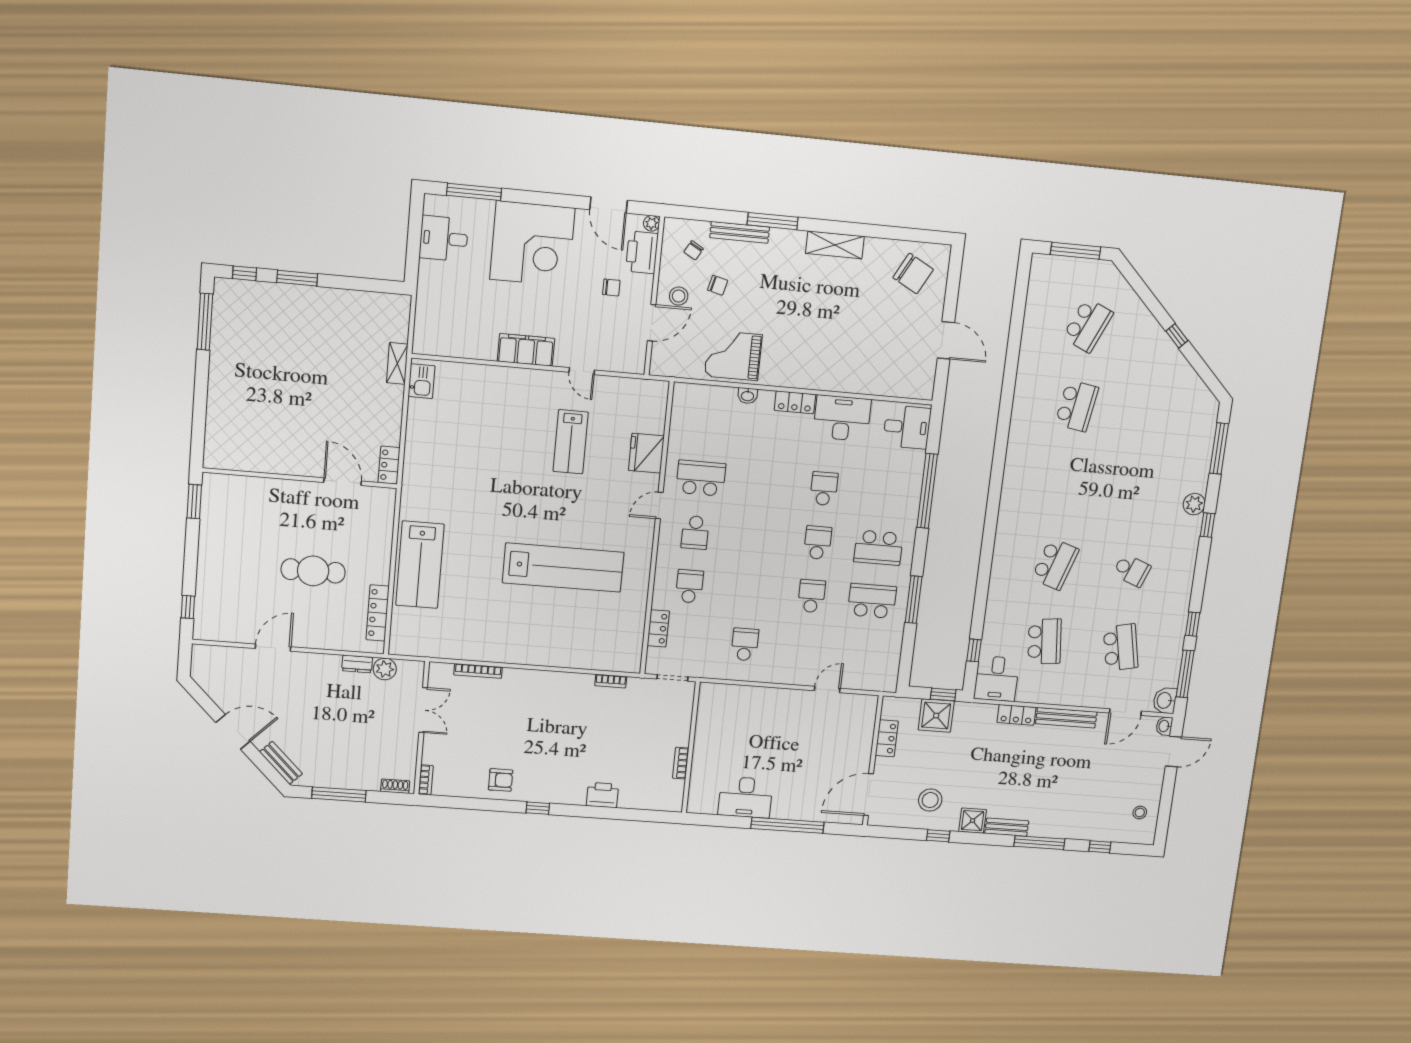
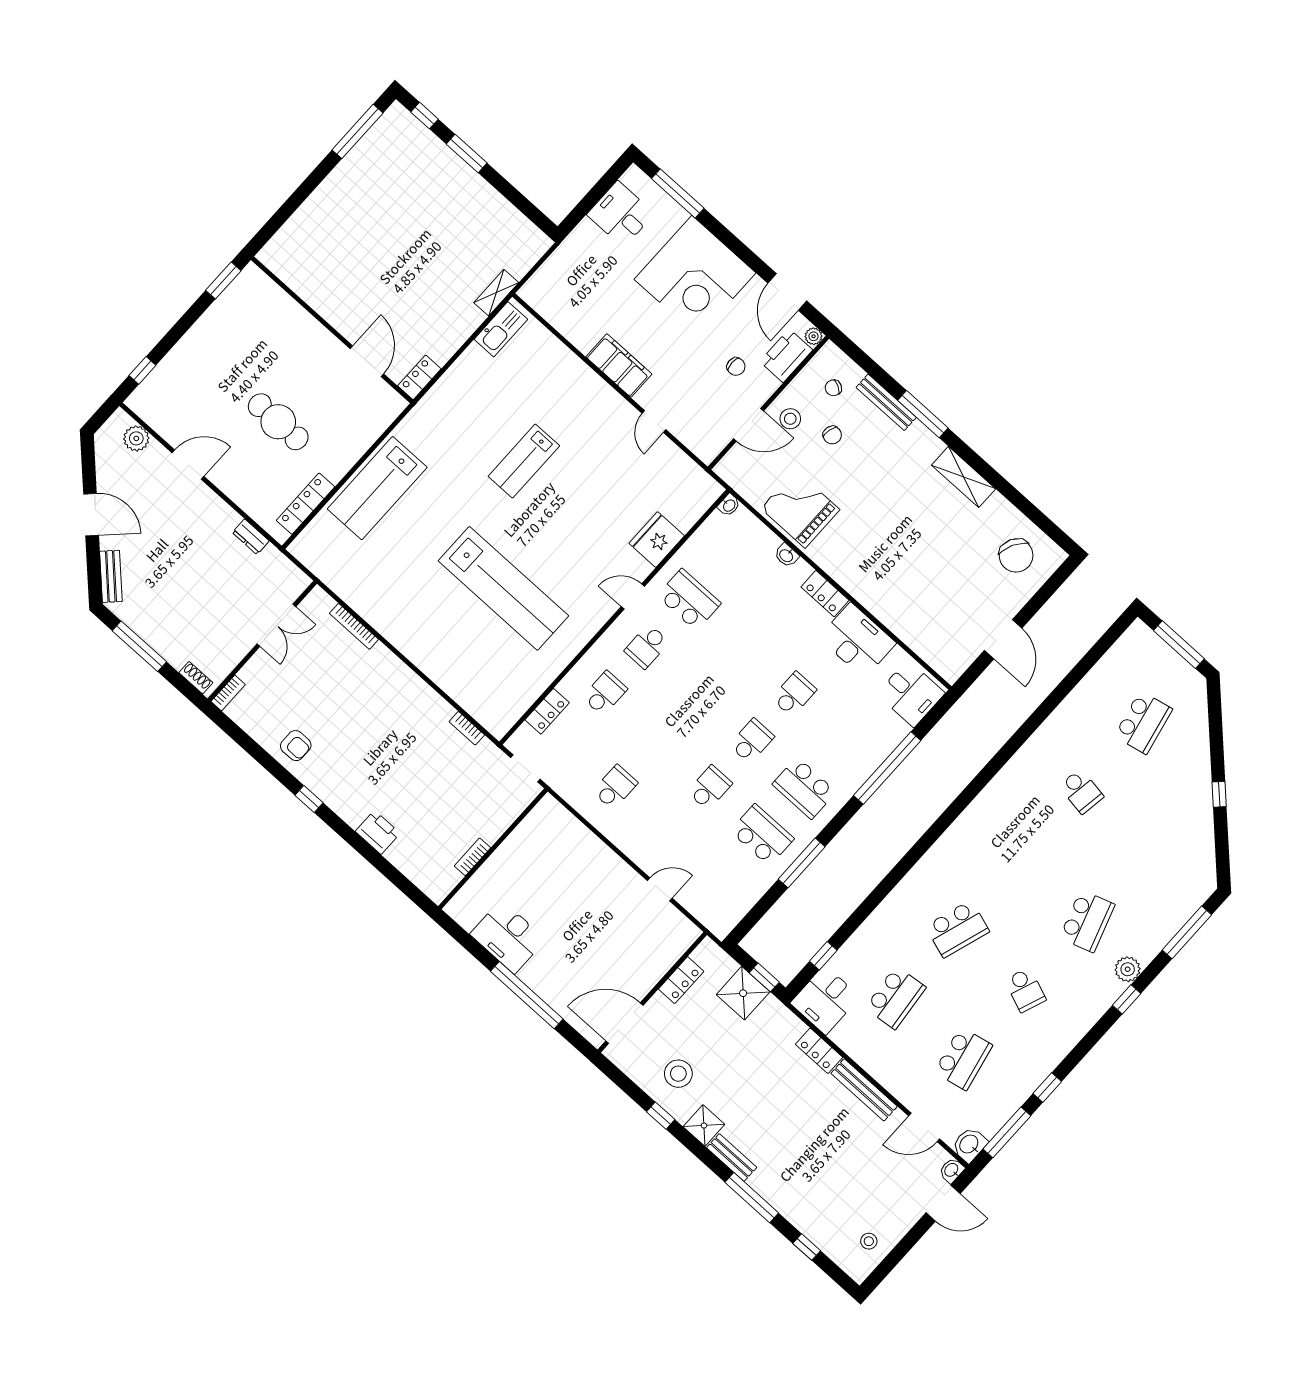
school desk: (1088, 325) -> (1143, 723), turned -36
kitchen sink: (421, 381) -> (501, 329), width x1.38
washbasin: (680, 391) -> (729, 505), added
school desk: (1077, 406) -> (1081, 791), width x0.54
lab bench: (571, 442) -> (524, 461), moved
school desk: (1143, 492) -> (1087, 921), added
plant: (385, 669) -> (136, 438), moved

